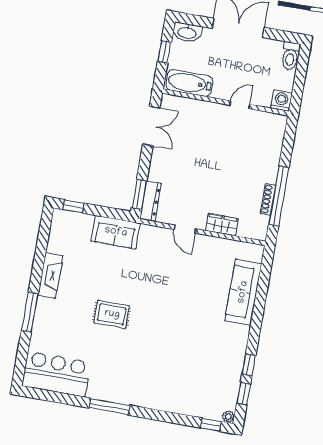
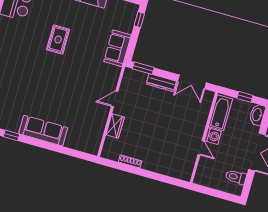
toilet: (290, 56) -> (236, 177), moved
washing machine: (281, 101) -> (213, 136), moved
window: (279, 196) -> (132, 169), removed
dresser: (151, 201) -> (161, 83), moved
sofa: (243, 292) -> (43, 131), moved

